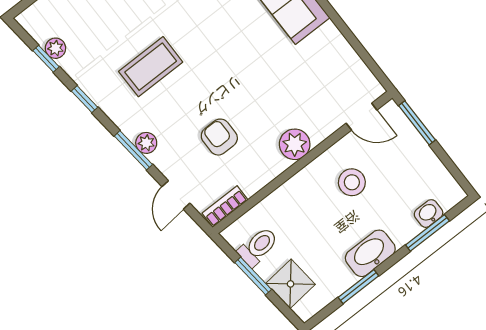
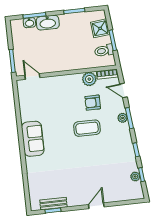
coffee table: (151, 67) -> (87, 128), moved
armchair: (219, 137) -> (93, 103), turned 90
plant: (295, 144) -> (89, 79), moved
stool: (352, 182) -> (52, 53), removed
door: (176, 195) -> (123, 91), swing flipped
washbasin: (370, 253) -> (48, 23), moved

